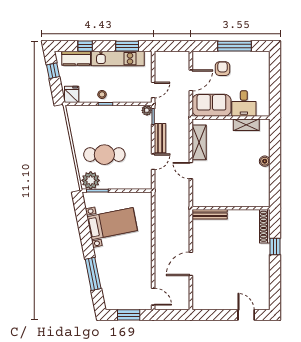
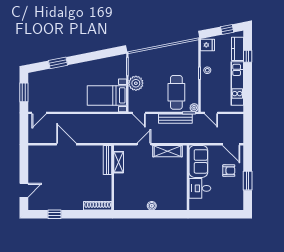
window: (127, 46) -> (248, 91), removed
window: (235, 46) -> (248, 181), width x0.69
door: (191, 80) -> (231, 144), moved
shelving: (246, 125) -> (119, 162), moved
bench: (160, 138) -> (175, 119), width x1.36
cafe table: (104, 155) -> (176, 92), moved
door: (153, 162) -> (139, 113), moved
plant: (91, 180) -> (136, 83), moved
bed with nightstands: (112, 224) -> (107, 95), moved, turned 101
window: (275, 246) -> (55, 214), moved
window: (93, 274) -> (58, 63), width x0.69

